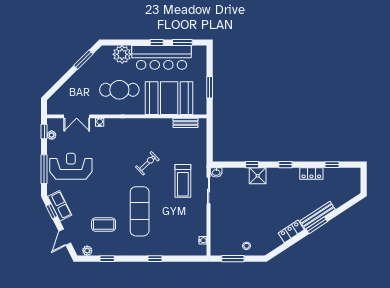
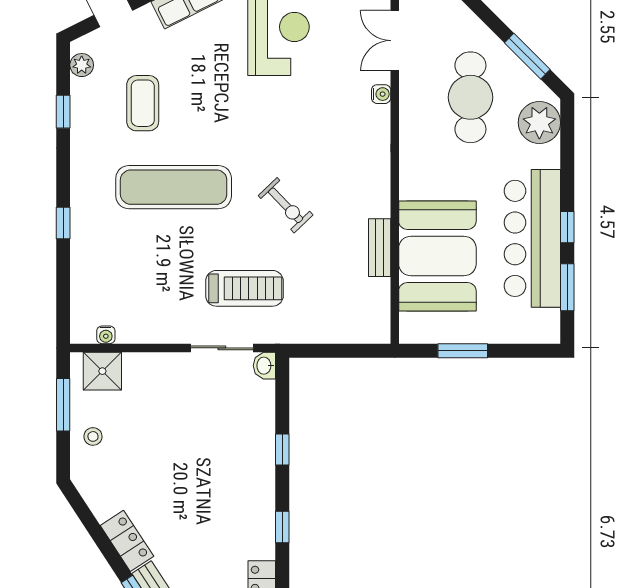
plant: (122, 54) -> (539, 123), moved
cafe table: (119, 90) -> (470, 97), moved
bench: (185, 123) -> (380, 248), moved
shower: (258, 176) -> (102, 371), moved
treadmill: (183, 181) -> (244, 288), turned 180

